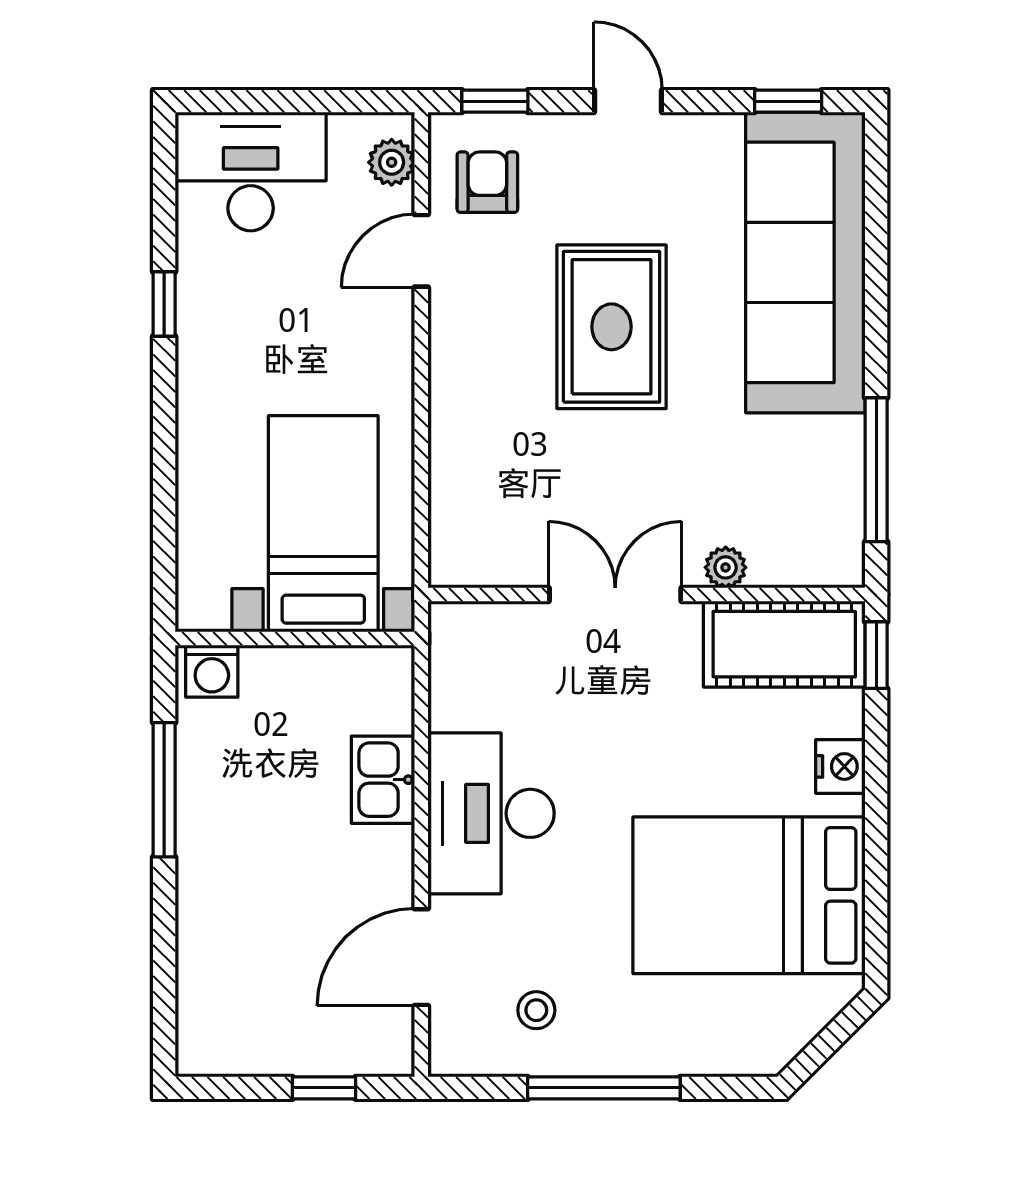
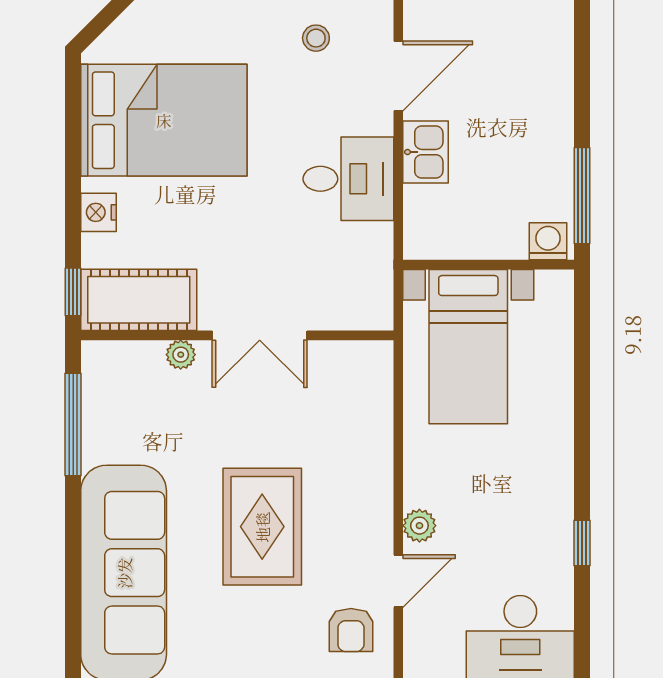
plant: (392, 162) -> (419, 526), moved
bed with nightstands: (323, 524) -> (468, 347), moved
wall: (295, 638) -> (489, 265), moved
washing machine: (212, 671) -> (548, 241), moved
kitchen sink: (383, 780) -> (426, 152), moved
desk: (491, 813) -> (348, 179), width x0.73

